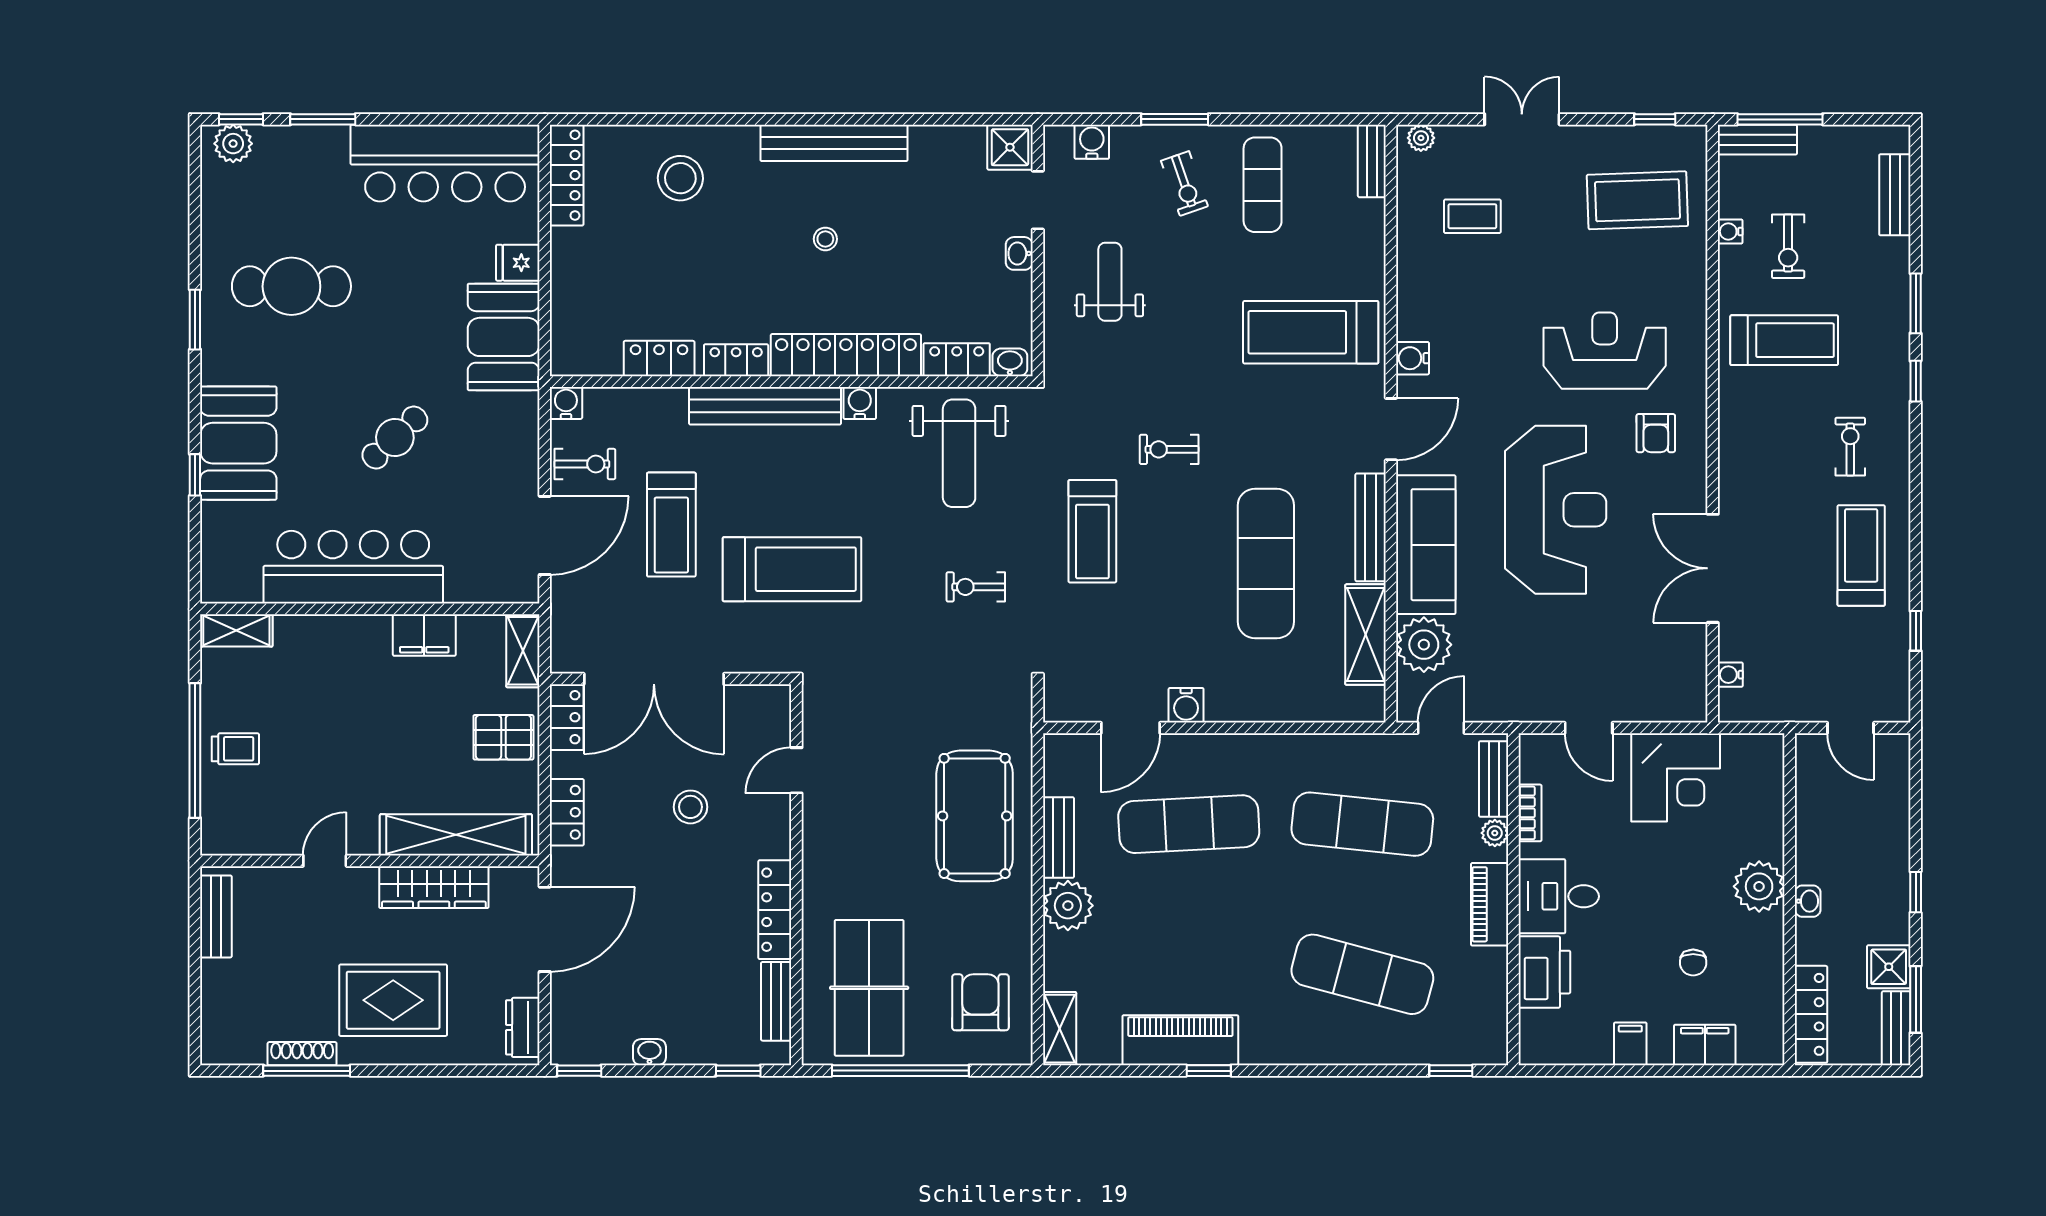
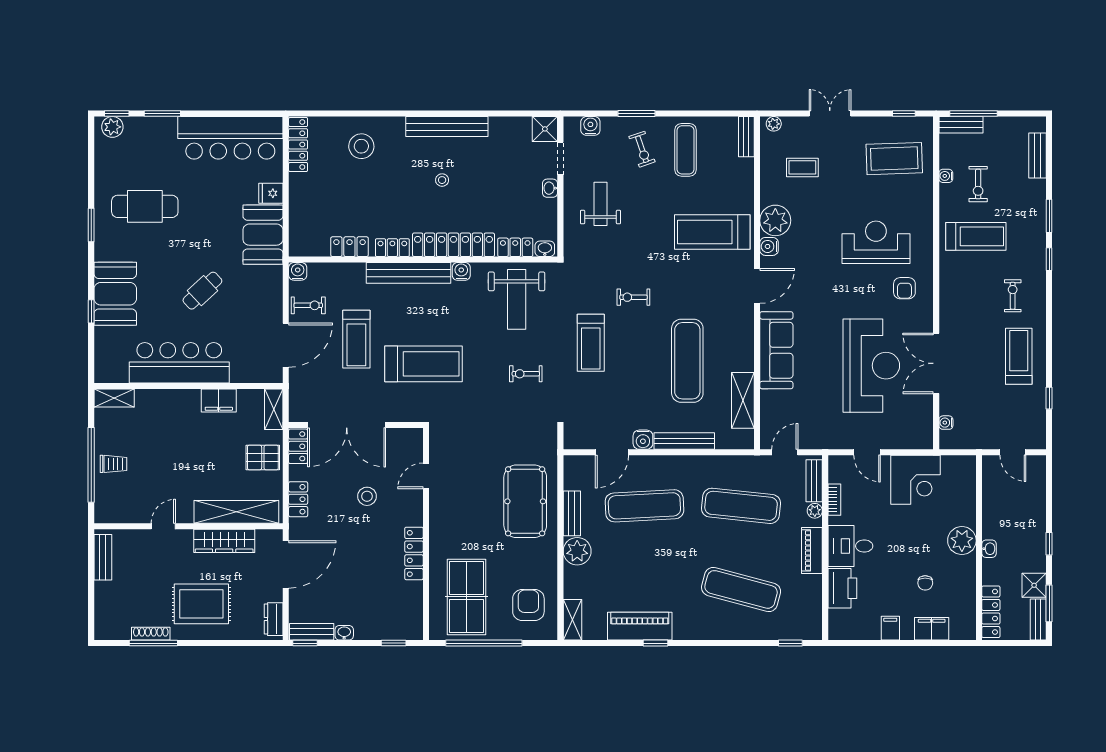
reception desk: (1556, 510) -> (871, 366), moved
bench: (1371, 527) -> (684, 441), moved, turned 90
plant: (1424, 645) -> (775, 220), moved
bench: (776, 1001) -> (312, 632), moved, turned 90

